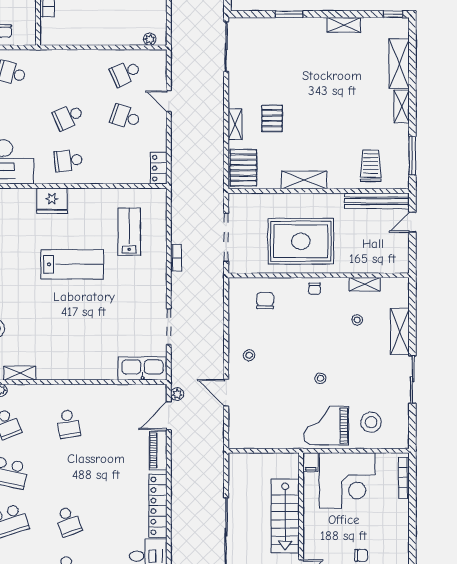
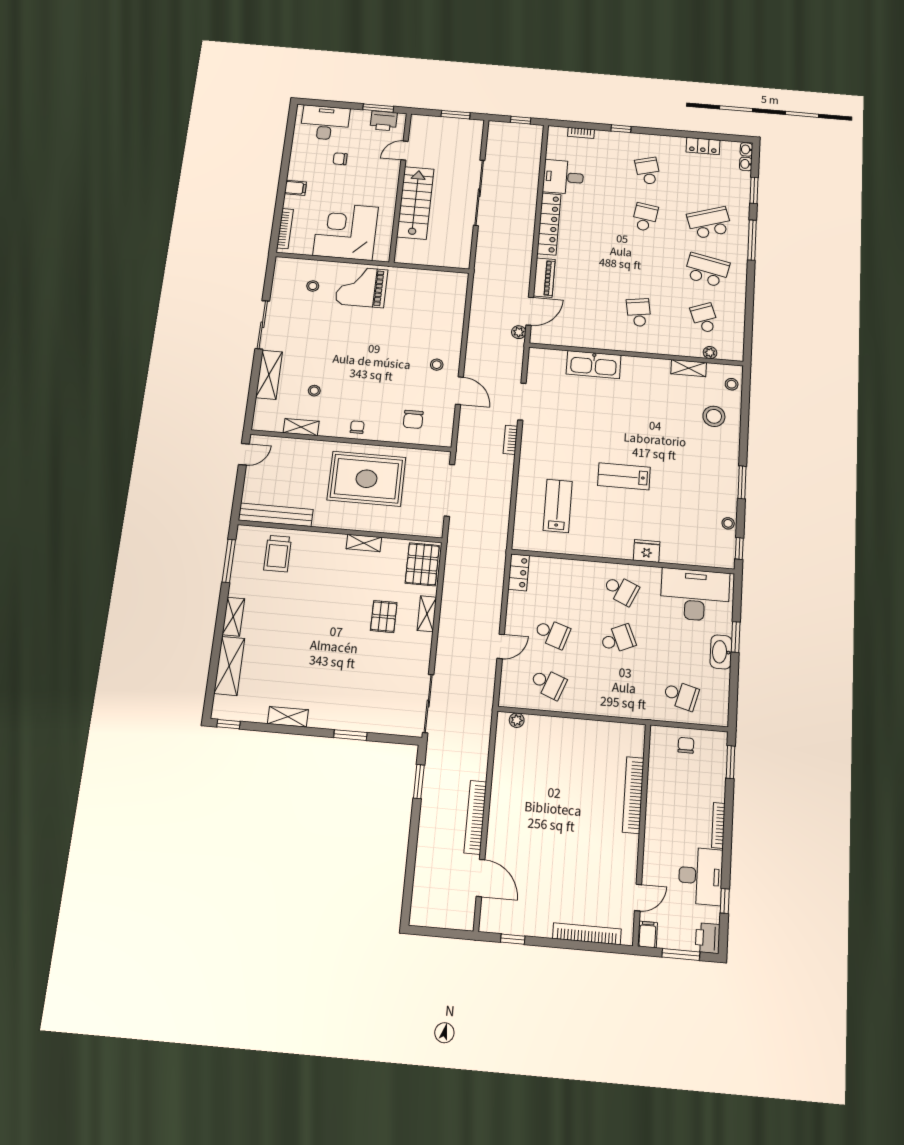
school desk: (125, 73) -> (548, 683), turned 45
door: (169, 101) -> (501, 646), hinge flipped
school desk: (68, 161) -> (621, 590), turned 30
shelving: (304, 180) -> (364, 543), width x0.67, depth x0.75
fridge: (52, 201) -> (647, 551), width x0.73, depth x0.75
door: (412, 222) -> (244, 454), moved
lab bench: (129, 232) -> (558, 506), turned 180
bookcase: (176, 258) -> (510, 440), moved
lab bench: (72, 264) -> (624, 476), width x0.73, depth x0.72
kitchen sink: (143, 369) -> (594, 365), moved
stool: (320, 378) -> (362, 335), removed
door: (226, 393) -> (459, 391), moved
stool: (371, 422) -> (313, 286), width x0.53, depth x0.53
grand piano: (326, 426) -> (362, 287), turned 180
filing cabinet: (311, 462) -> (295, 188), moved, turned 90
school desk: (68, 521) -> (645, 217), turned 30

